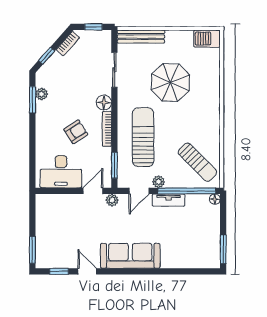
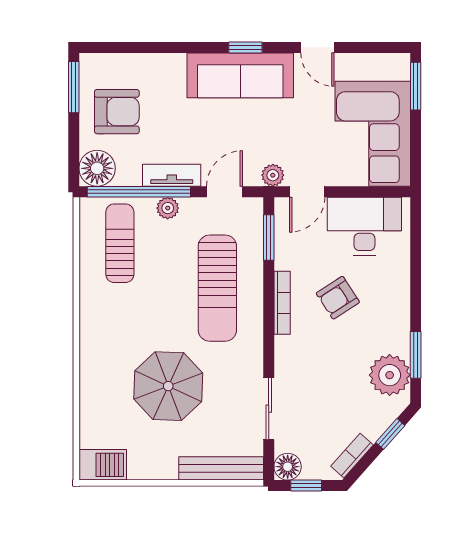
plant: (42, 94) -> (390, 375), width x1.87, depth x1.87
floor lamp: (104, 103) -> (288, 467), moved
sun lounger: (197, 162) -> (120, 243), turned 45
plant: (158, 182) -> (168, 208), moved
floor lamp: (215, 199) -> (97, 168), width x1.89, depth x1.89
corner sofa: (56, 223) -> (373, 134), added
armchair: (199, 236) -> (117, 112), added
window: (59, 271) -> (245, 47), moved

